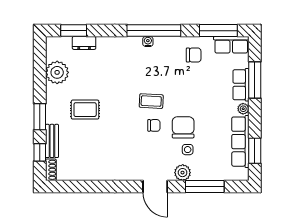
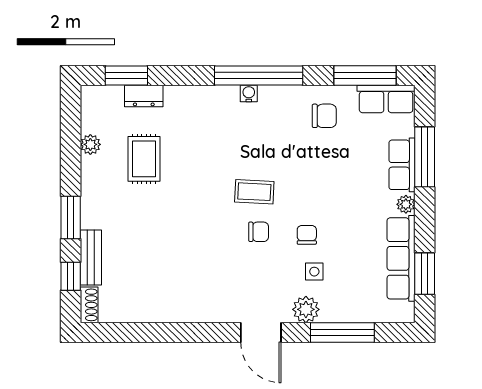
plant: (57, 72) -> (90, 144), width x0.53, depth x0.53
rug: (85, 110) -> (144, 159), moved, turned 90
chair: (183, 127) -> (307, 235), width x0.54, depth x0.54

